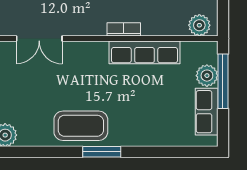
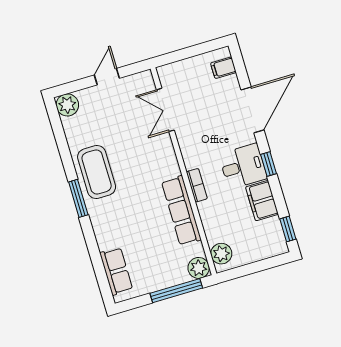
plant: (207, 76) -> (199, 268), moved
row of seats: (207, 112) -> (116, 271), moved, turned 90

